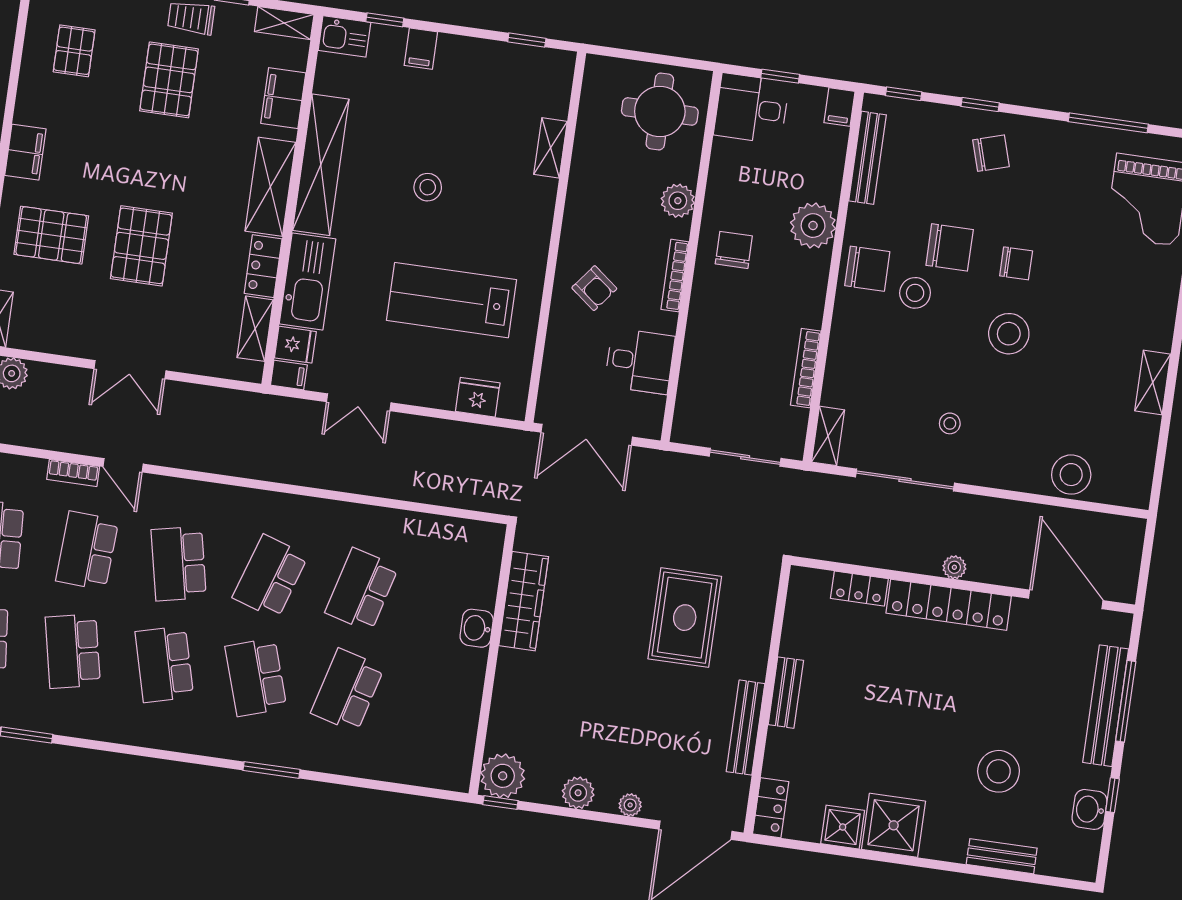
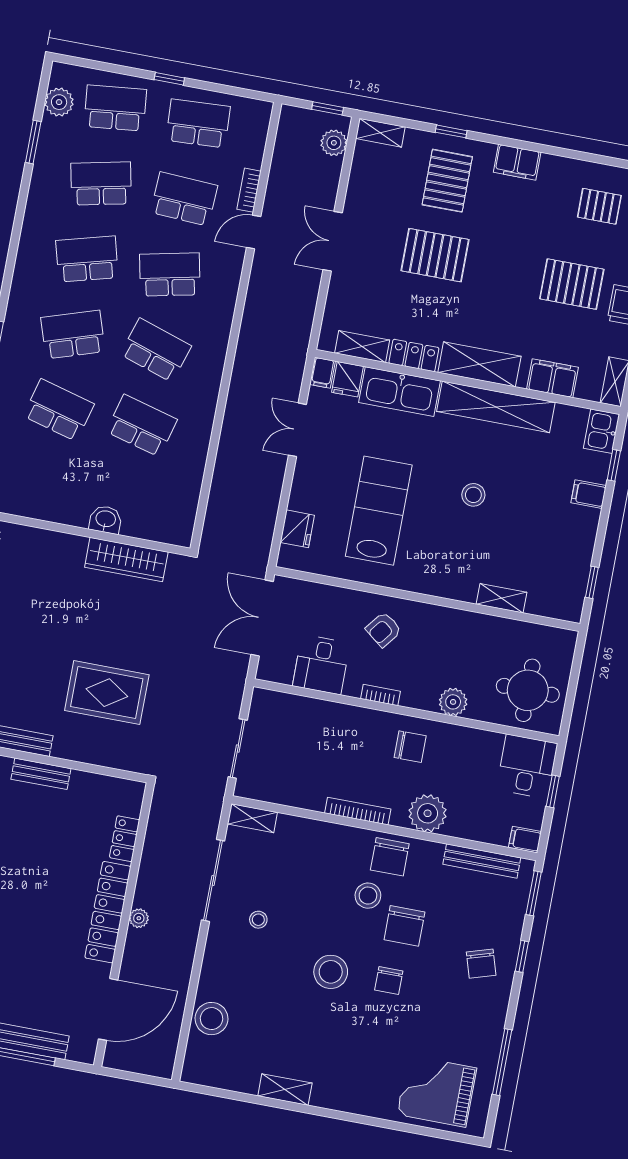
window: (904, 94) -> (534, 893), width x1.50
bookcase: (675, 276) -> (381, 695), width x0.64
bookcase: (806, 368) -> (358, 811), moved

